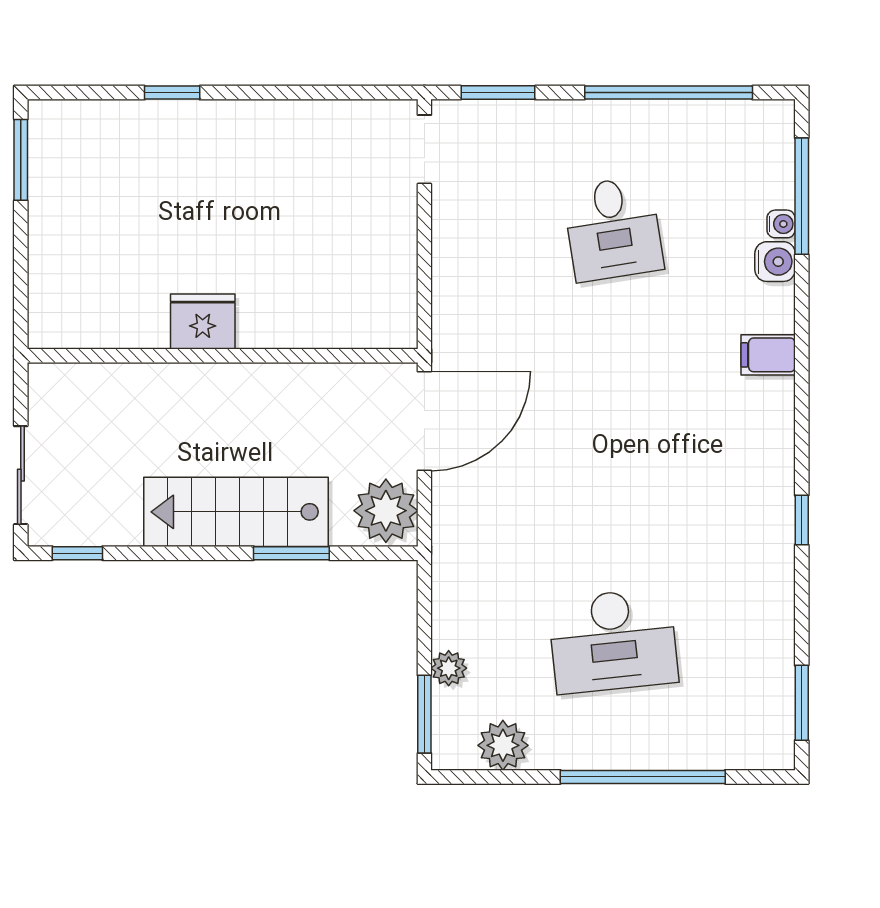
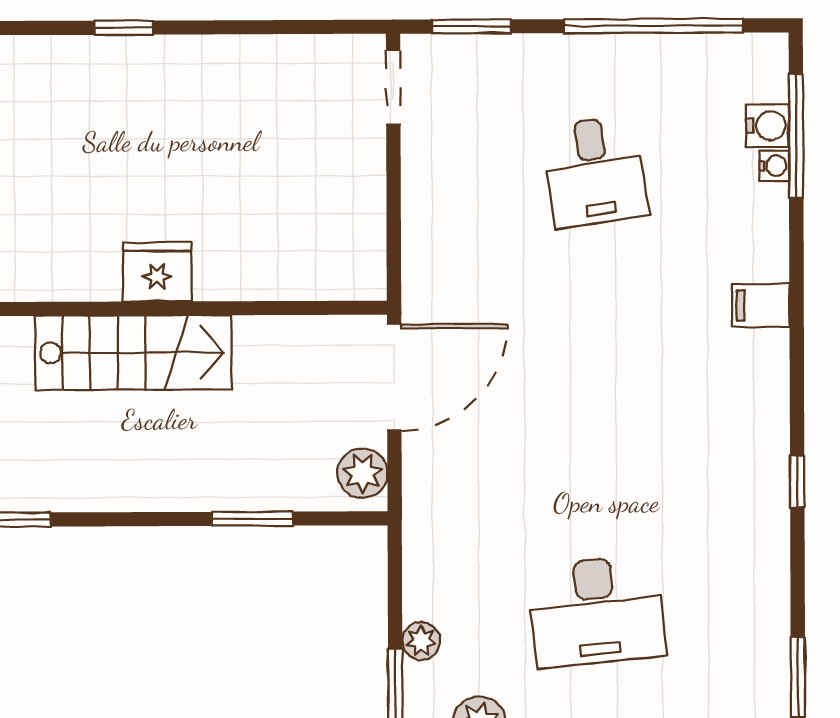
water cooler: (775, 262) -> (768, 126), moved
plant: (386, 511) -> (363, 473), width x0.73, depth x0.73
stairs: (236, 512) -> (133, 353), moved, turned 180

